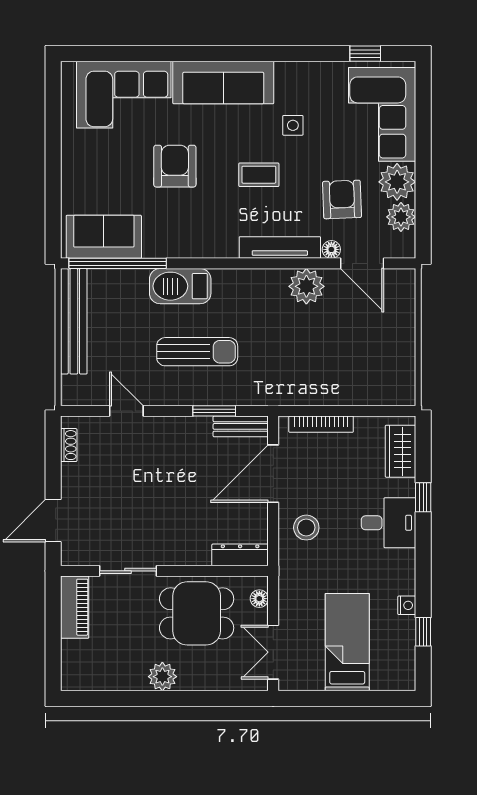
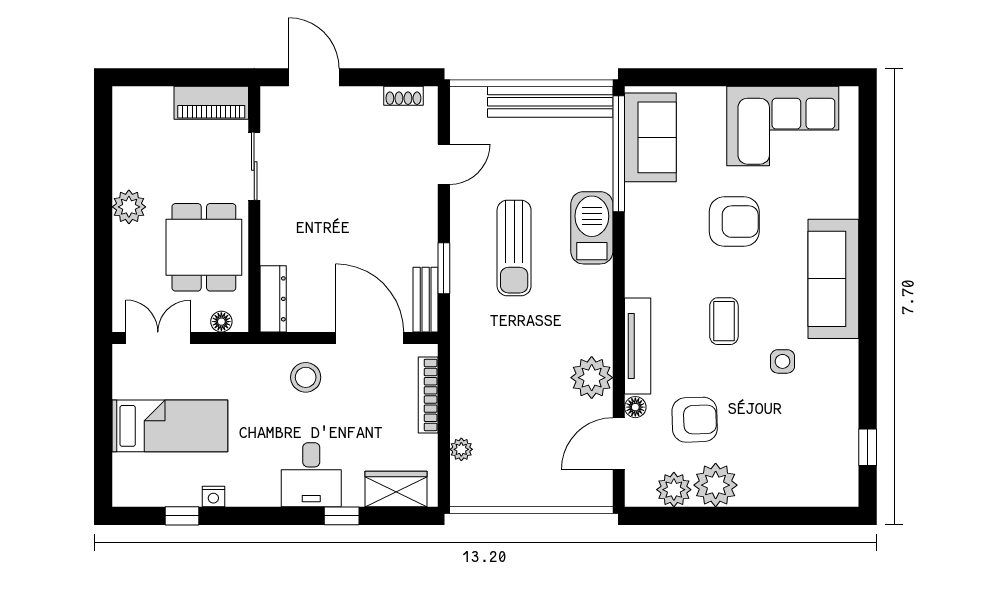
corner sofa: (124, 95) -> (783, 126), moved, turned -90
corner sofa: (382, 114) -> (796, 467), removed
plant: (367, 396) -> (461, 449), added

